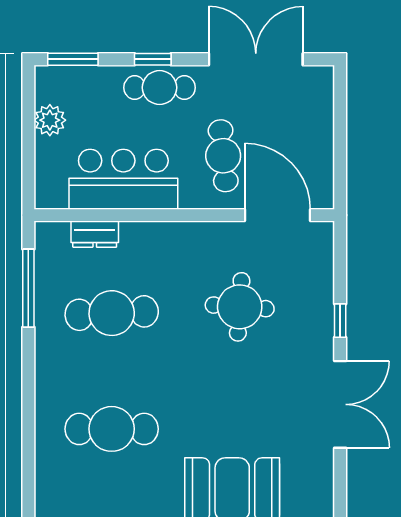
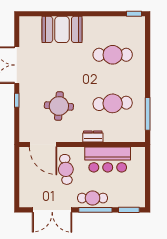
window: (153, 59) -> (95, 210), width x2.17
plant: (50, 120) -> (139, 184), removed
dresser: (95, 234) -> (93, 136), moved

